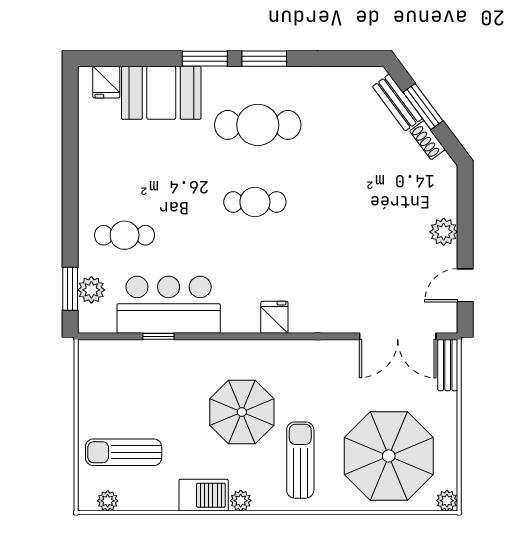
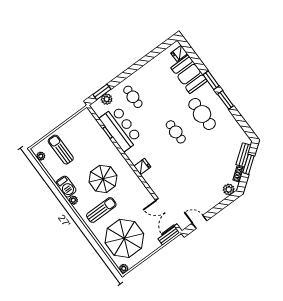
plant: (444, 232) -> (229, 189), moved

